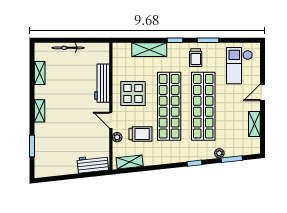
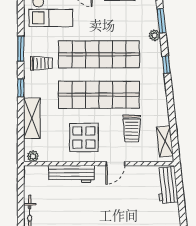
trolley: (141, 134) -> (132, 129), turned 180
plant: (117, 137) -> (33, 156), moved

